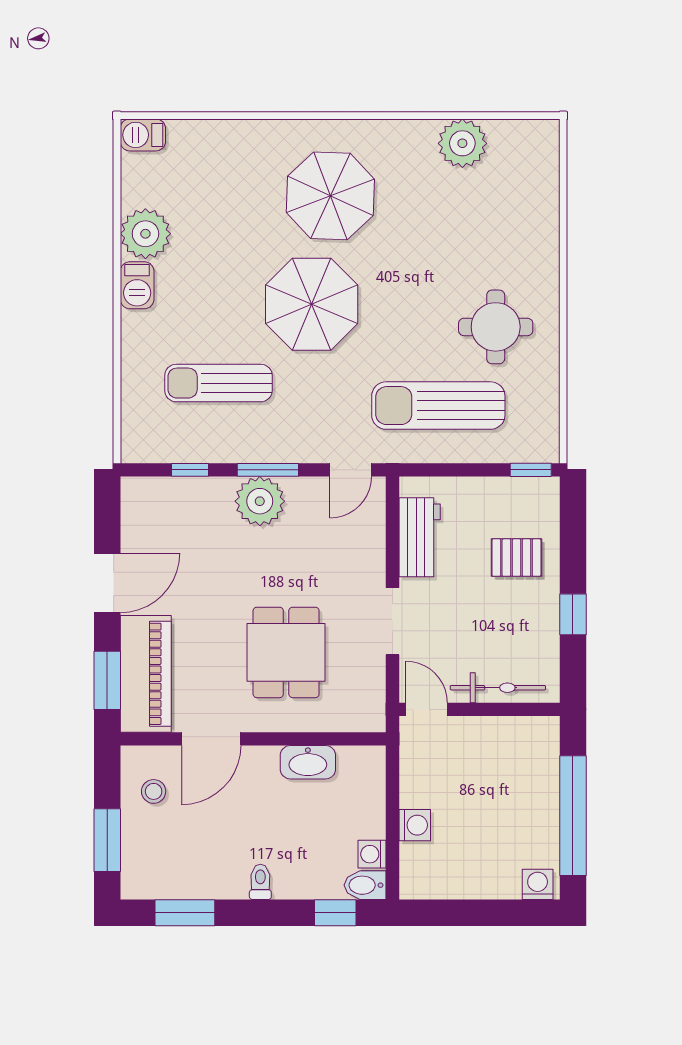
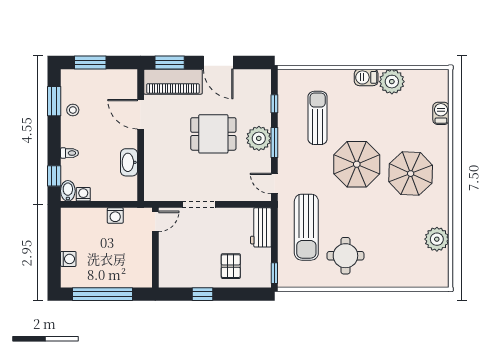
barbecue: (143, 135) -> (441, 113), moved
sun lounger: (438, 406) -> (306, 227), turned 180
workbench: (420, 537) -> (261, 227), moved, turned 90
dining table: (286, 652) -> (213, 134), moved
bicycle: (498, 688) -> (166, 257), removed
stool: (154, 791) -> (73, 110), moved
washing machine: (415, 825) -> (115, 215), moved
toilet: (260, 882) -> (70, 153), moved
washing machine: (538, 884) -> (68, 259), moved

